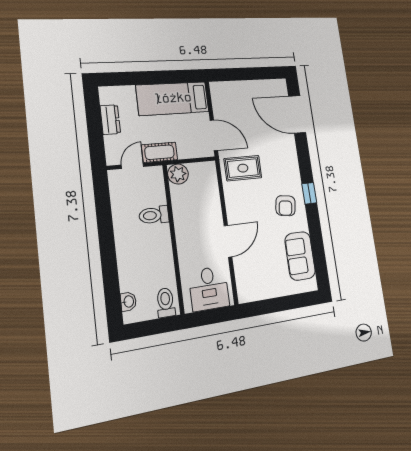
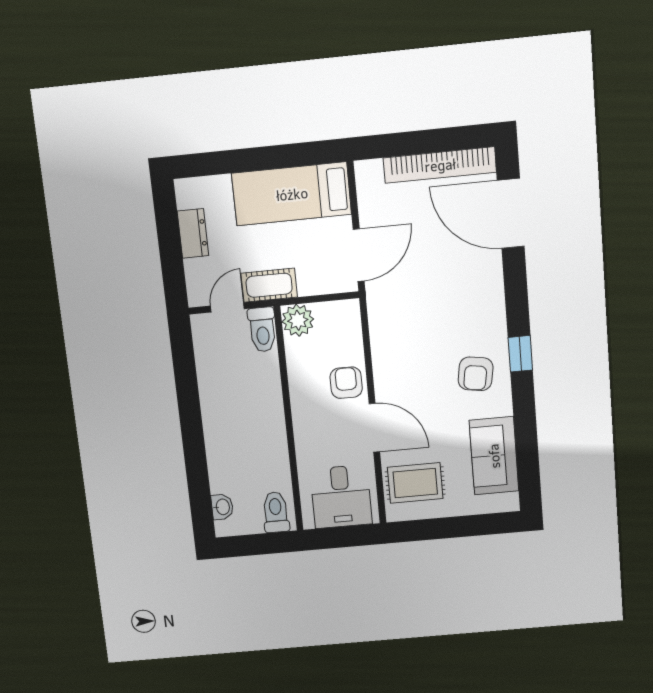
bookcase: (257, 87) -> (440, 165), added
door: (214, 135) -> (359, 255), hinge flipped
rug: (243, 168) -> (415, 483), moved
armchair: (209, 213) -> (346, 383), added
toilet: (154, 215) -> (262, 330), moved, turned -90
door: (228, 241) -> (374, 428), hinge flipped

